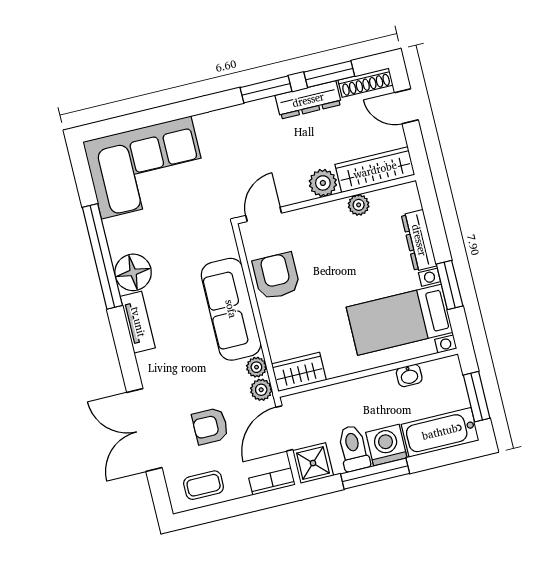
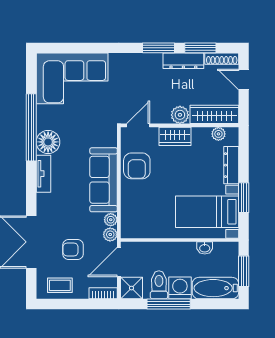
plant: (359, 205) -> (218, 134), moved
armchair: (276, 276) -> (137, 166), turned 180
wardrobe: (299, 372) -> (175, 136), moved, turned 180

